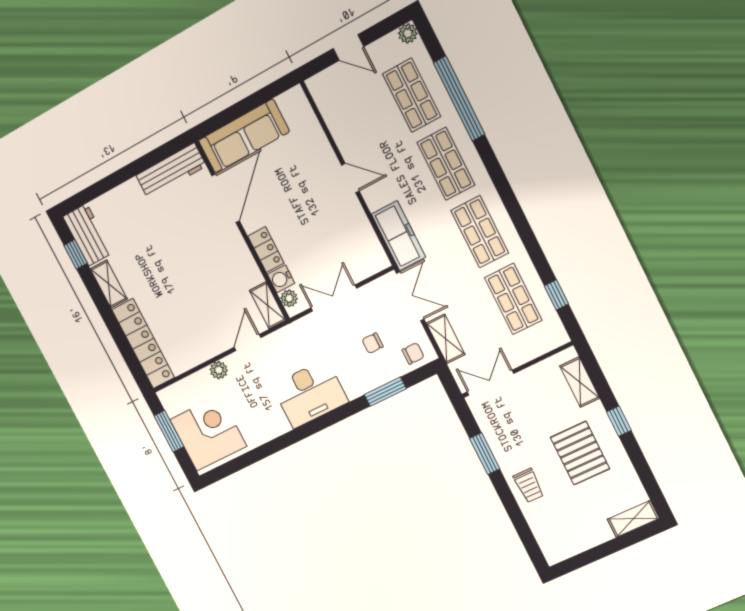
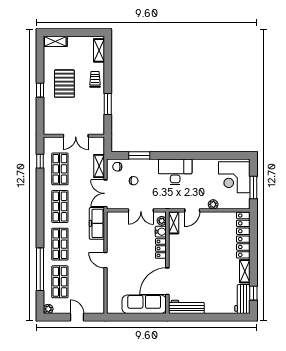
shelving: (580, 382) -> (99, 50), moved
double door: (490, 383) -> (76, 136), moved

